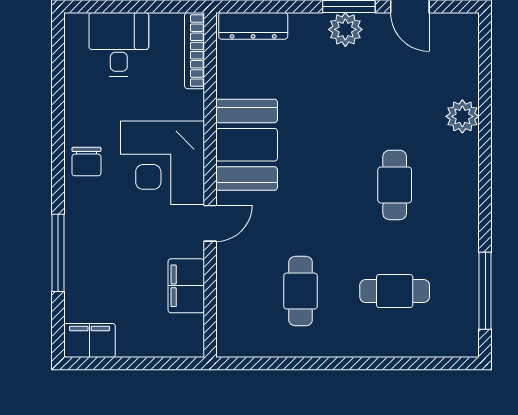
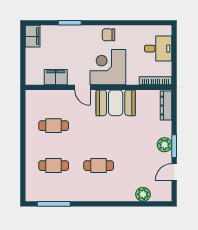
plant: (462, 116) -> (143, 194), moved
window: (58, 253) -> (70, 23), width x0.69
cafe table: (395, 291) -> (54, 166), turned 90

